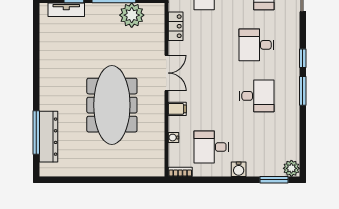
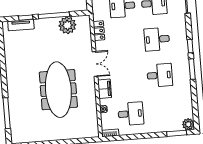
filing cabinet: (177, 109) -> (105, 89), width x2.00
dresser: (48, 137) -> (15, 115), removed
desk: (211, 147) -> (131, 114), turned 180
water cooler: (239, 169) -> (151, 128), removed

